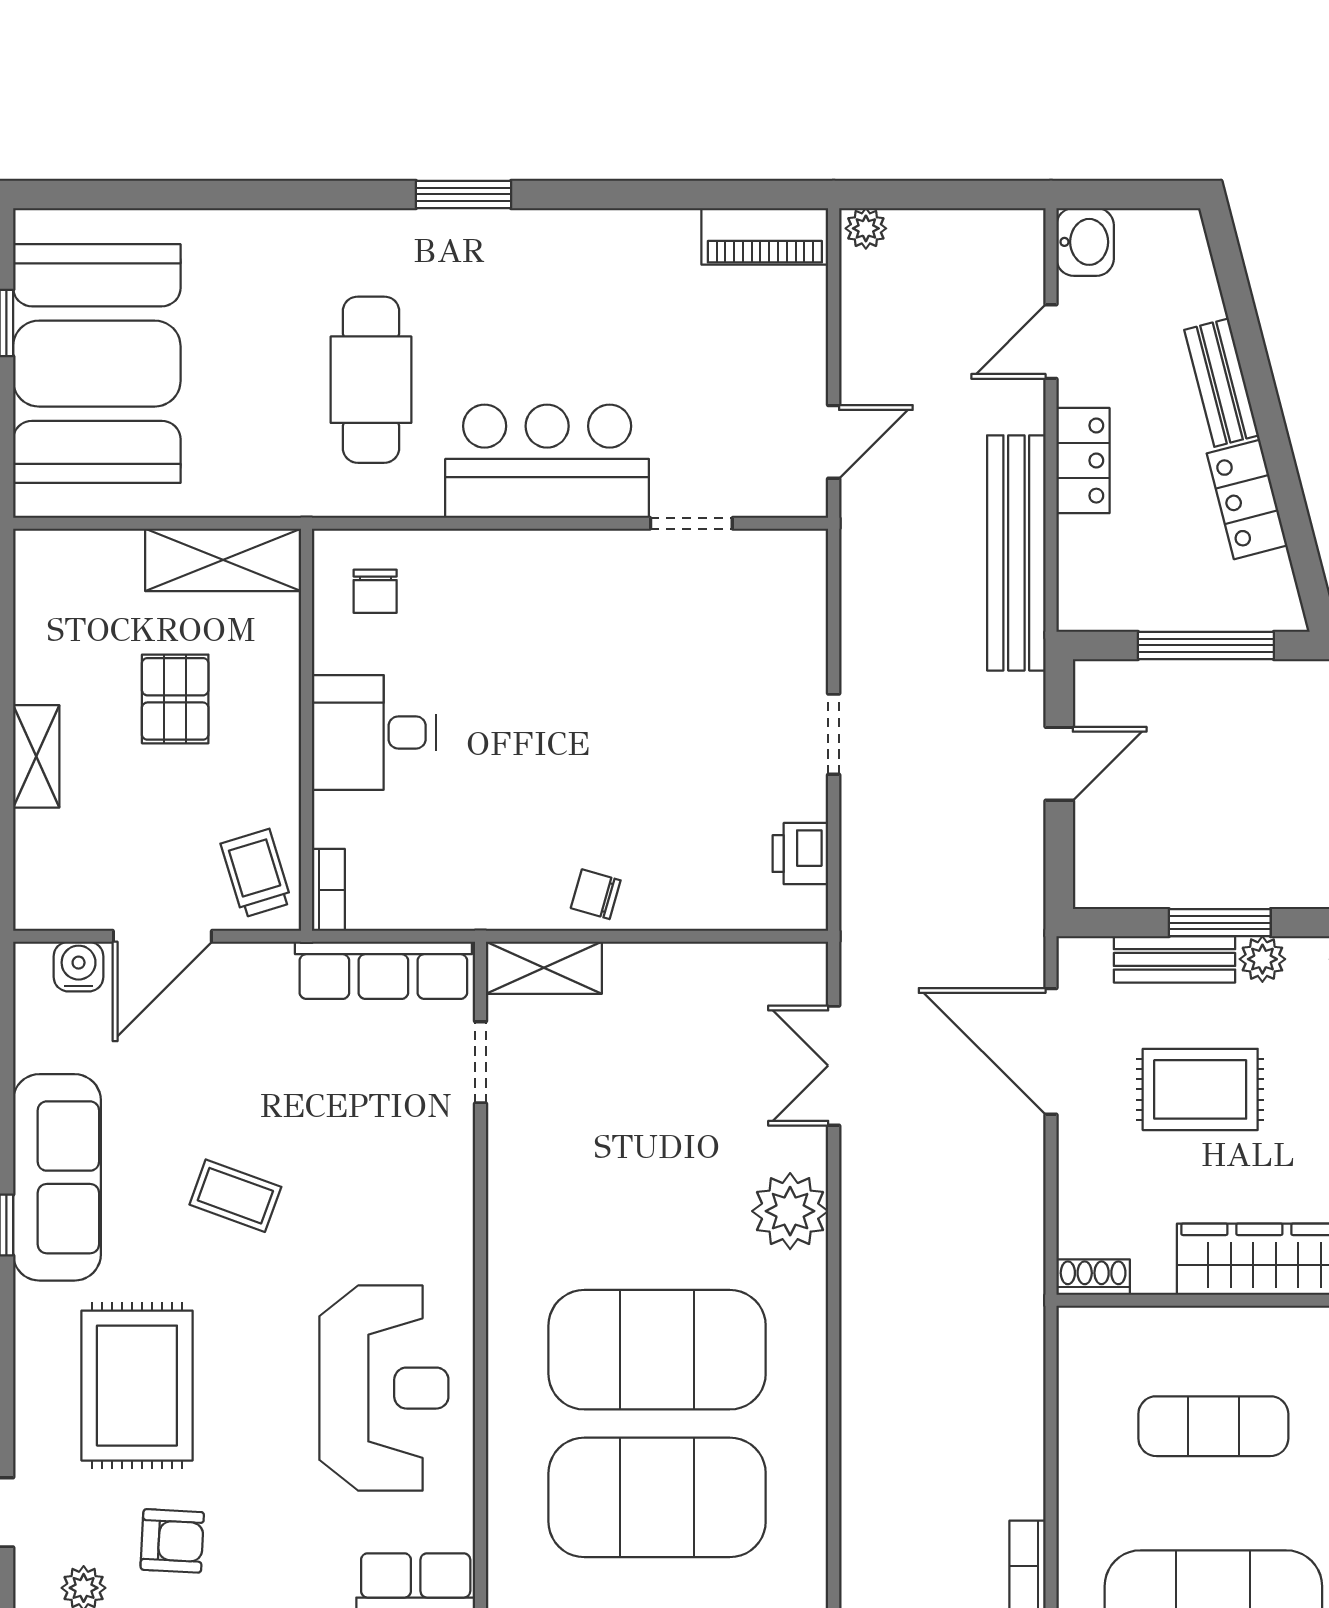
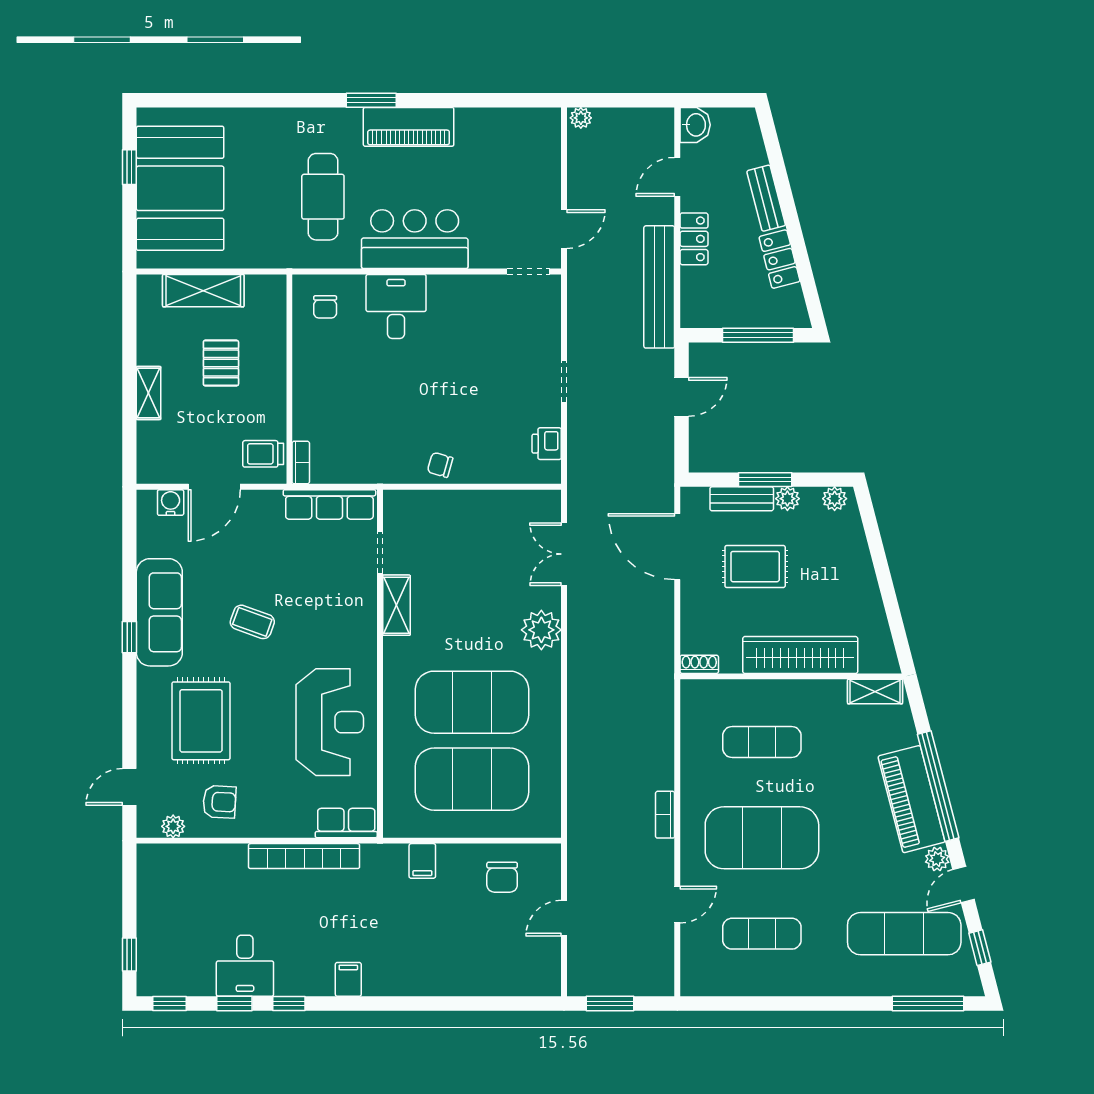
piano: (765, 236) -> (409, 127), moved, width x1.37, depth x1.33
doorway: (691, 523) -> (528, 271), moved
shelving: (223, 560) -> (203, 291), moved
desk: (374, 732) -> (396, 307), moved, turned 90
trolley: (256, 873) -> (263, 454), turned -73
shelving: (544, 968) -> (396, 605), moved, turned 90

